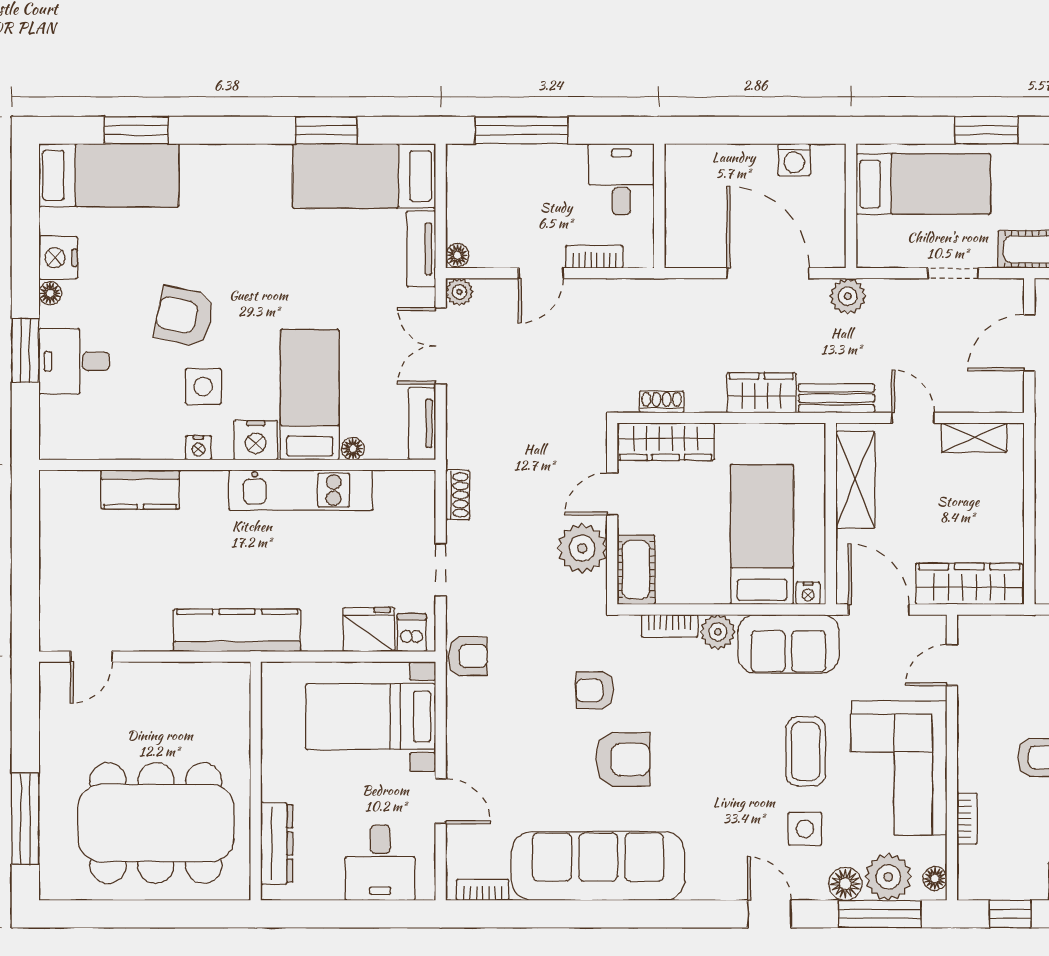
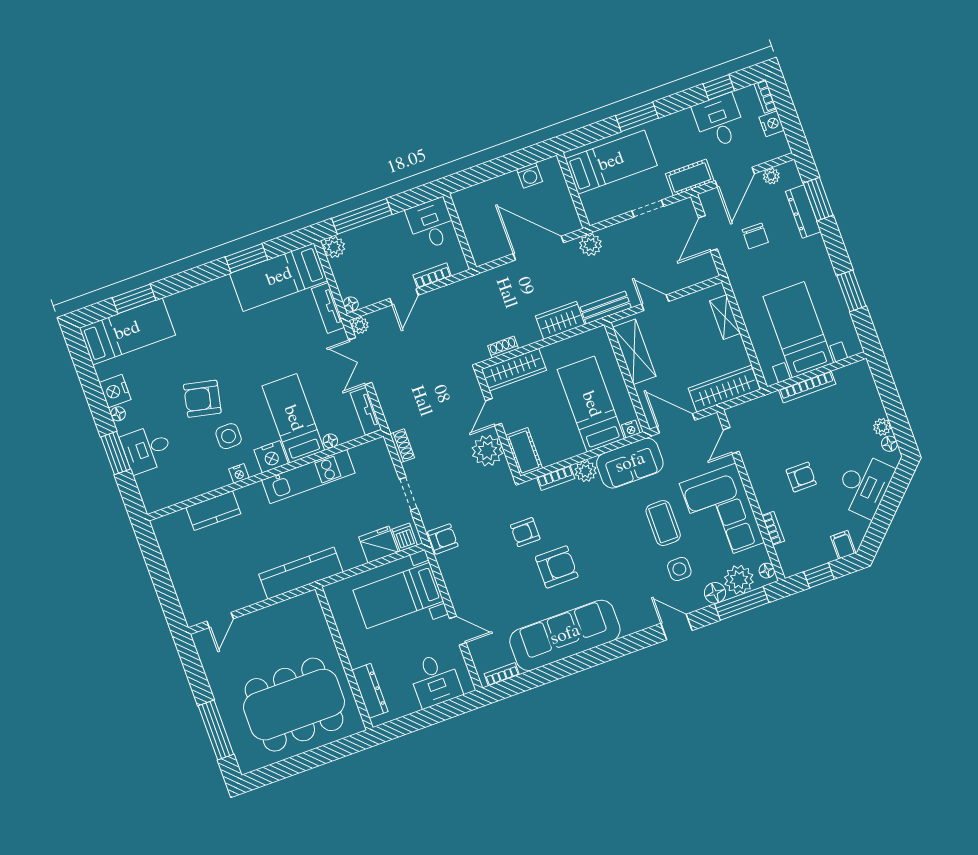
plant: (463, 161) -> (334, 247), added
shelving: (974, 438) -> (725, 317), moved, turned 90

